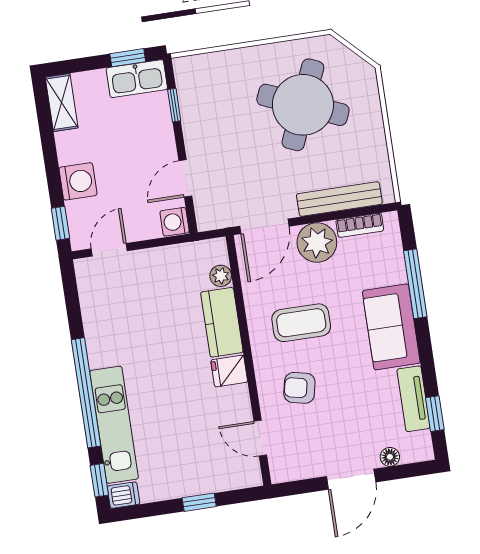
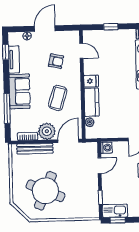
coffee table: (301, 323) -> (58, 98), turned -73
armchair: (299, 388) -> (56, 61), moved

